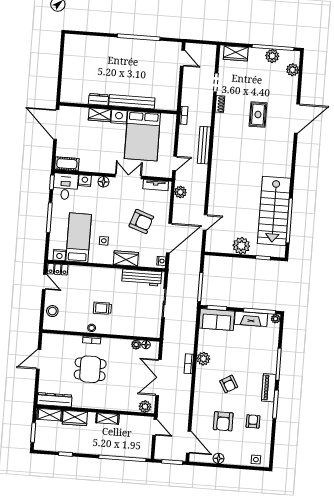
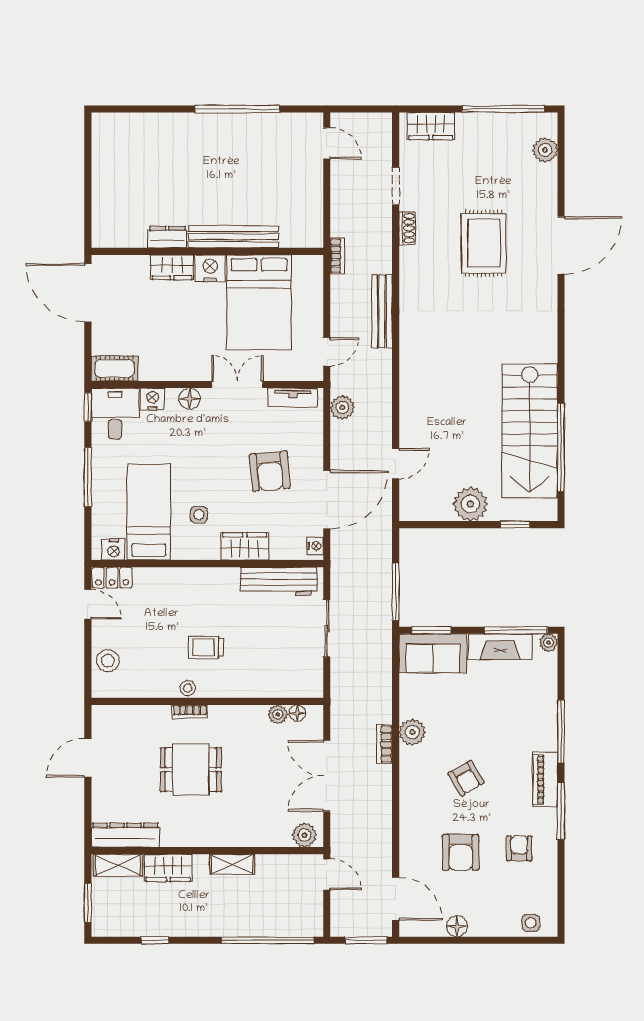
plant: (272, 56) -> (503, 126), removed
rug: (258, 115) -> (484, 243), width x1.36, depth x1.43
armchair: (141, 221) -> (270, 471), turned 66

